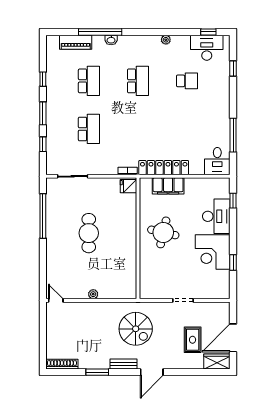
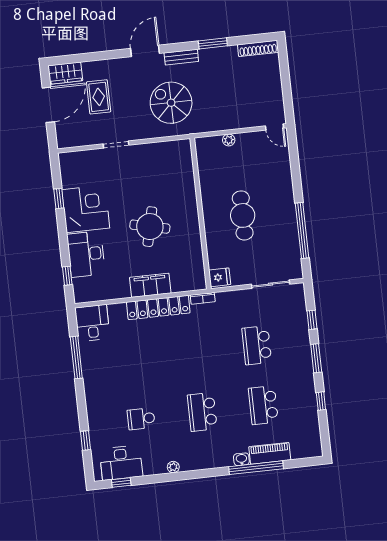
piano: (76, 42) -> (270, 453), moved
fridge: (128, 186) -> (220, 277), moved
wall: (138, 238) -> (200, 214), moved

